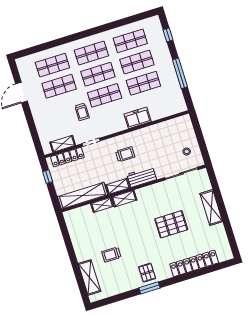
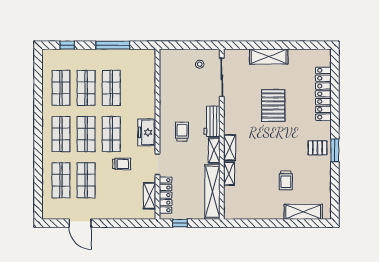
freezer: (138, 118) -> (147, 132), moved

